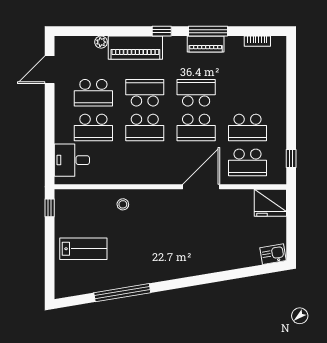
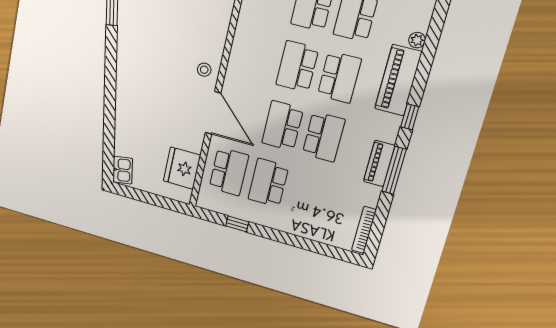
bookcase: (257, 41) -> (364, 230), width x1.56
window: (291, 159) -> (237, 224), moved
school desk: (247, 162) -> (229, 172), turned 180
fridge: (270, 203) -> (182, 168), moved
stool: (123, 204) -> (204, 70), moved

